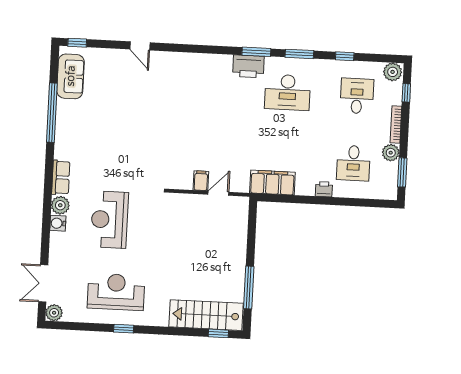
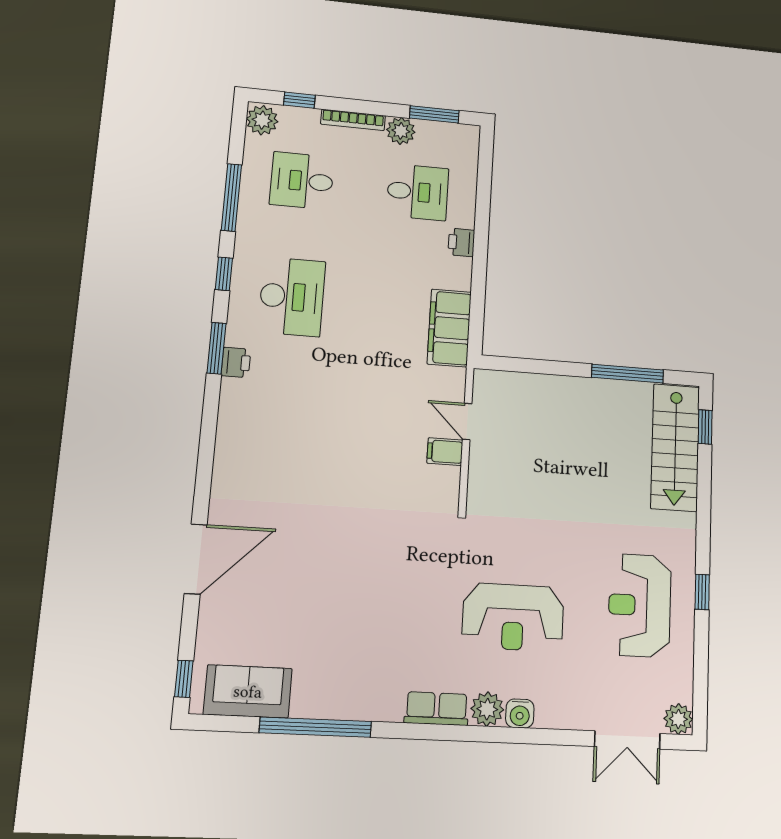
door: (140, 46) -> (196, 559), width x1.88
window: (299, 54) -> (224, 274), width x0.67
window: (345, 56) -> (231, 197), width x2.17
printer: (248, 66) -> (236, 362), width x0.53, depth x0.68

